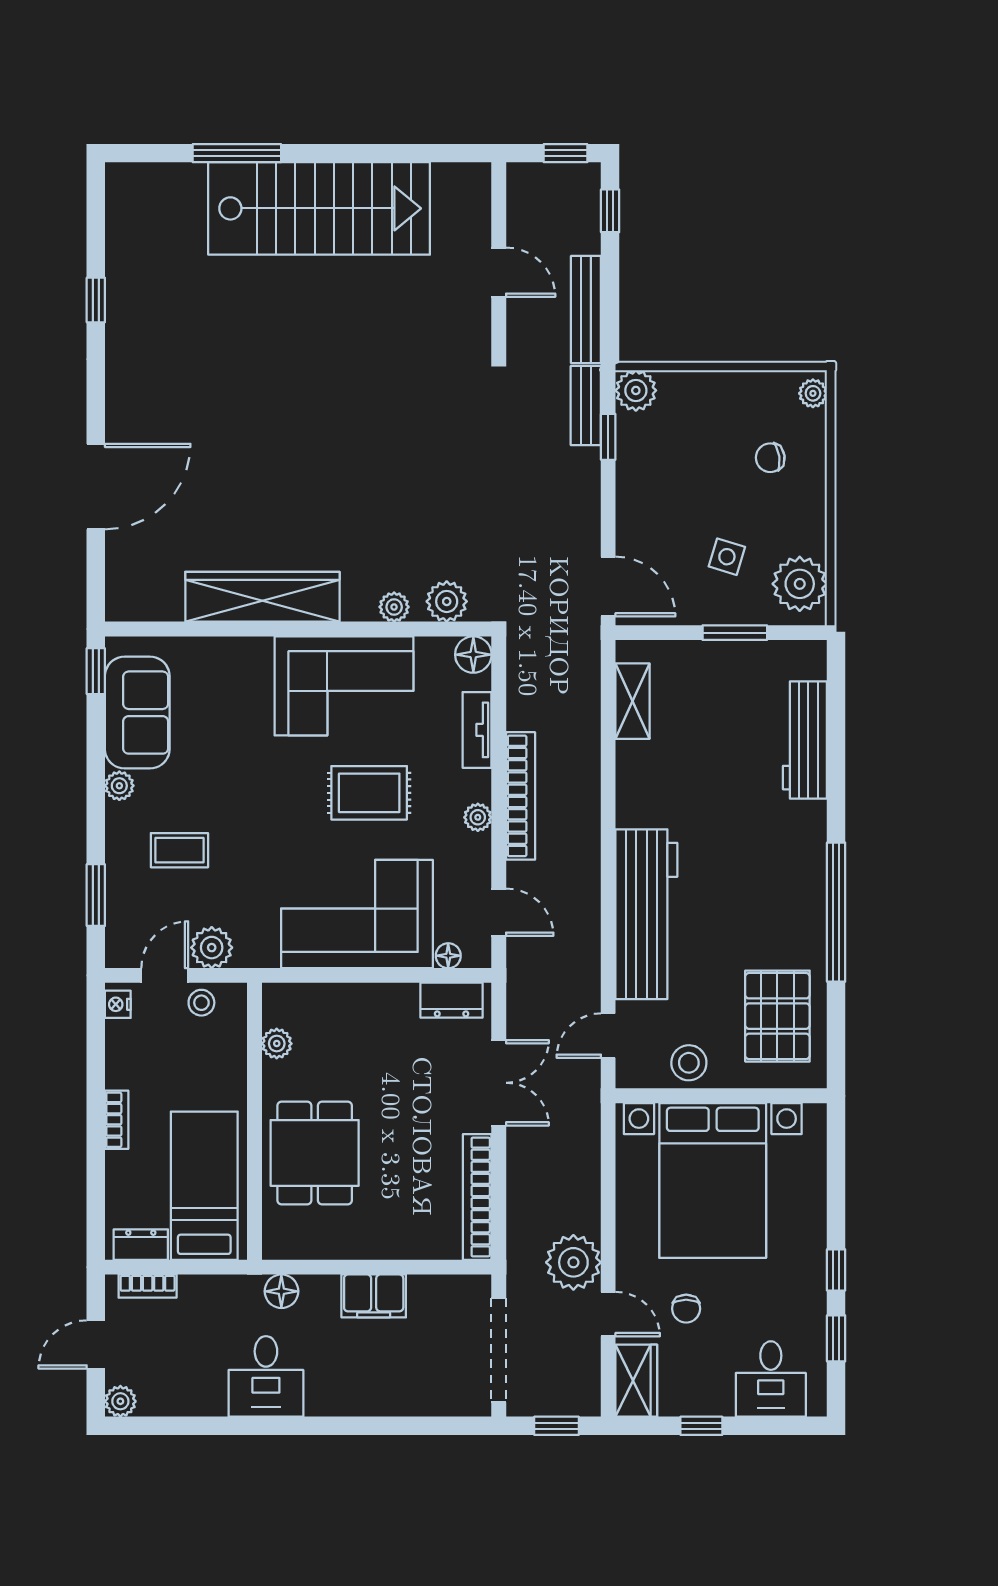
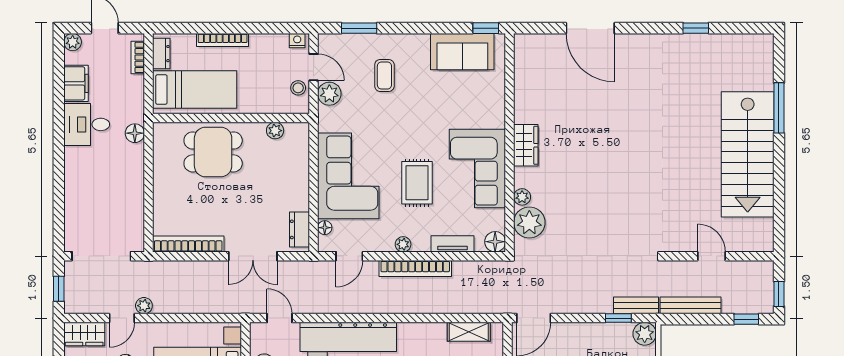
door: (499, 272) -> (712, 256), swing flipped
wardrobe: (262, 597) -> (526, 145), width x0.48, depth x0.85
plant: (447, 601) -> (529, 223), width x1.36, depth x1.36
plant: (119, 786) -> (421, 41), removed
bookcase: (117, 1120) -> (223, 40), width x1.56
plant: (573, 1262) -> (144, 306), width x0.53, depth x0.53
filing cabinet: (374, 1296) -> (76, 83), moved, turned 180

